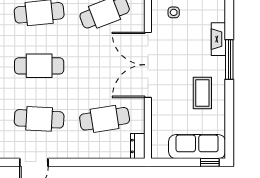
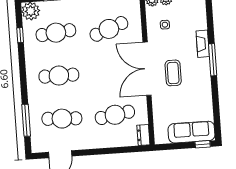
coffee table: (202, 93) -> (173, 73), moved

